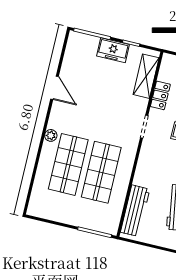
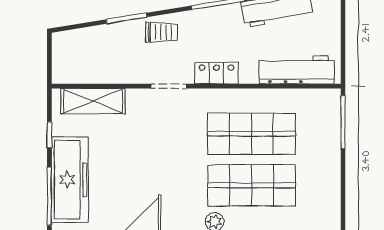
freezer: (113, 50) -> (70, 180), width x1.91, depth x1.26
locker: (160, 95) -> (216, 73), moved

